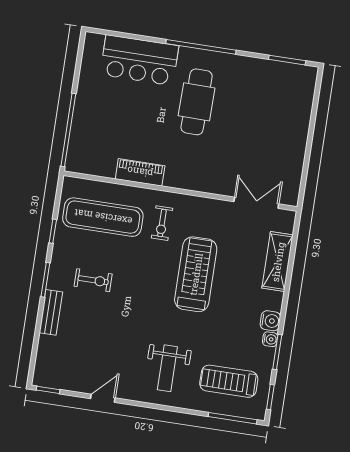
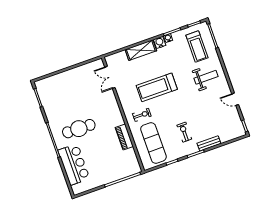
shelving: (278, 262) -> (141, 50), moved

